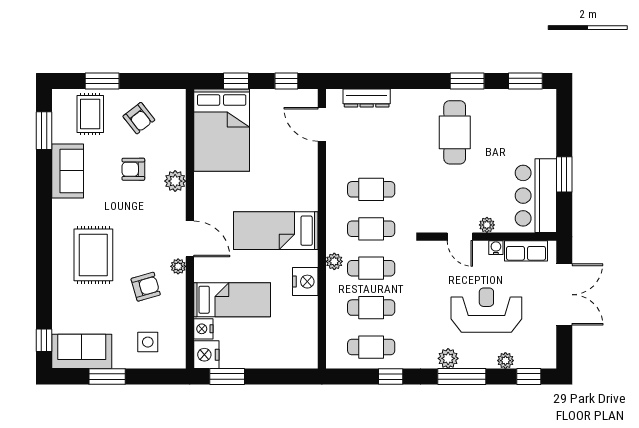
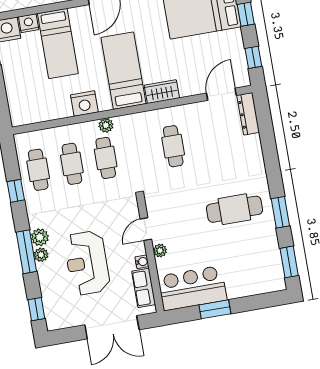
dresser: (367, 98) -> (248, 114), moved
wardrobe: (307, 191) -> (162, 92), added
cafe table: (371, 229) -> (139, 152), removed
reception desk: (486, 310) -> (87, 263), turned 180
plant: (505, 361) -> (41, 255), moved

